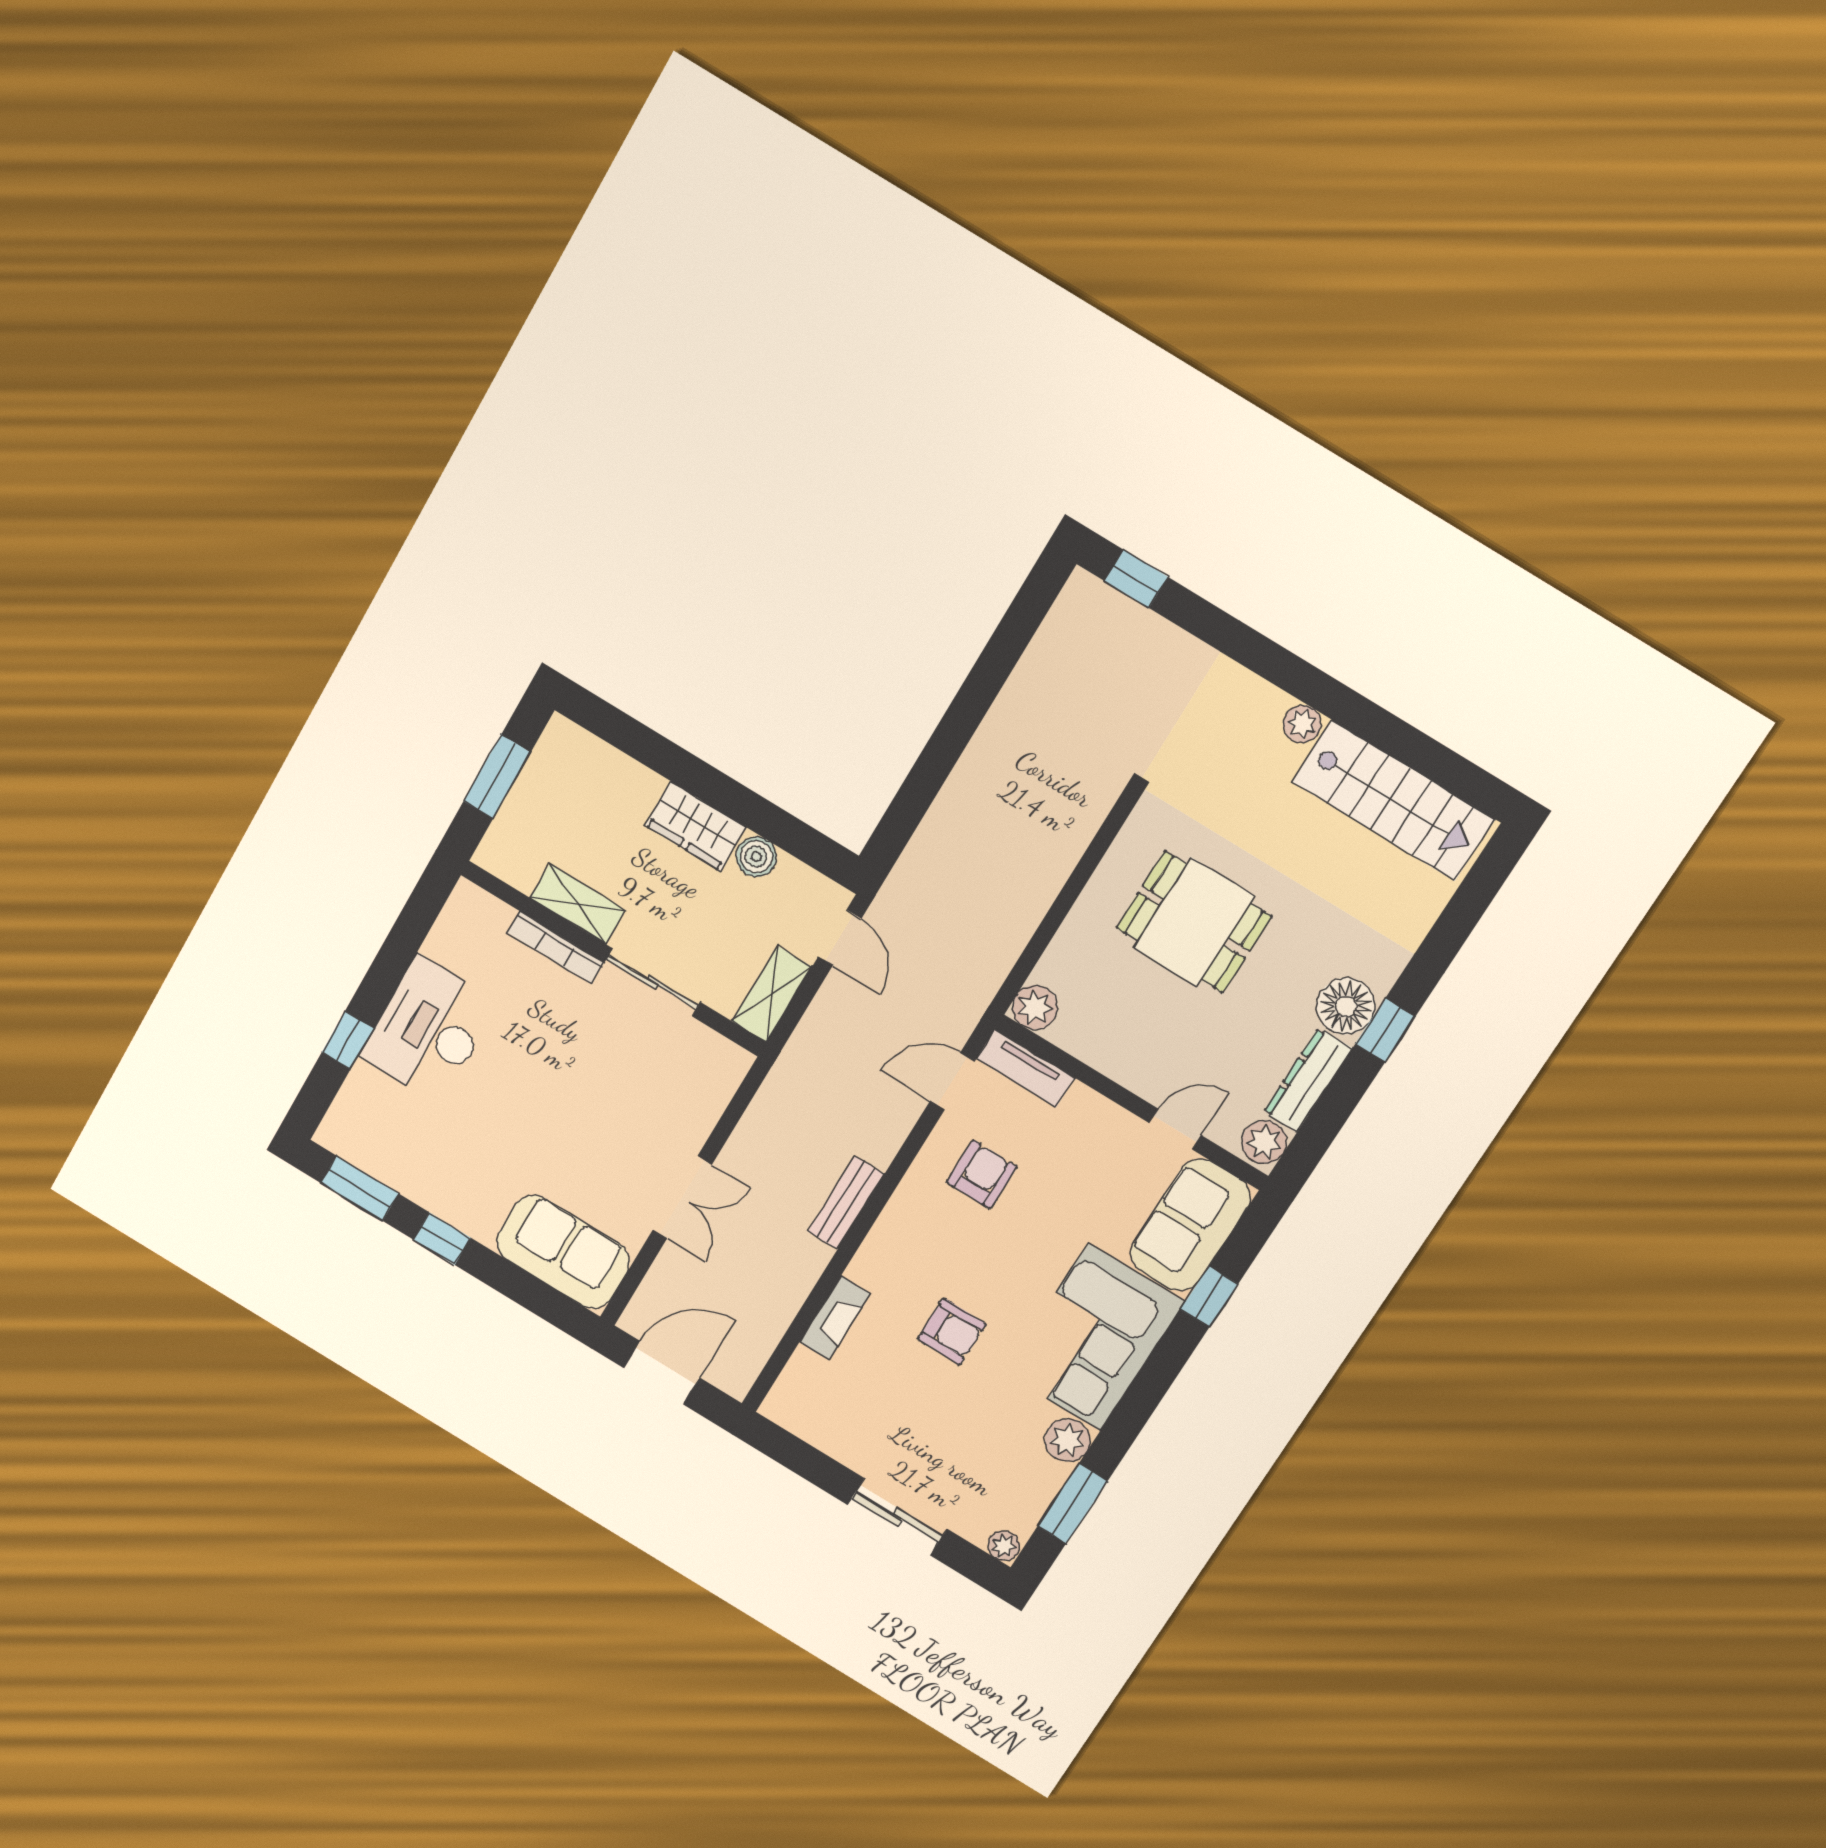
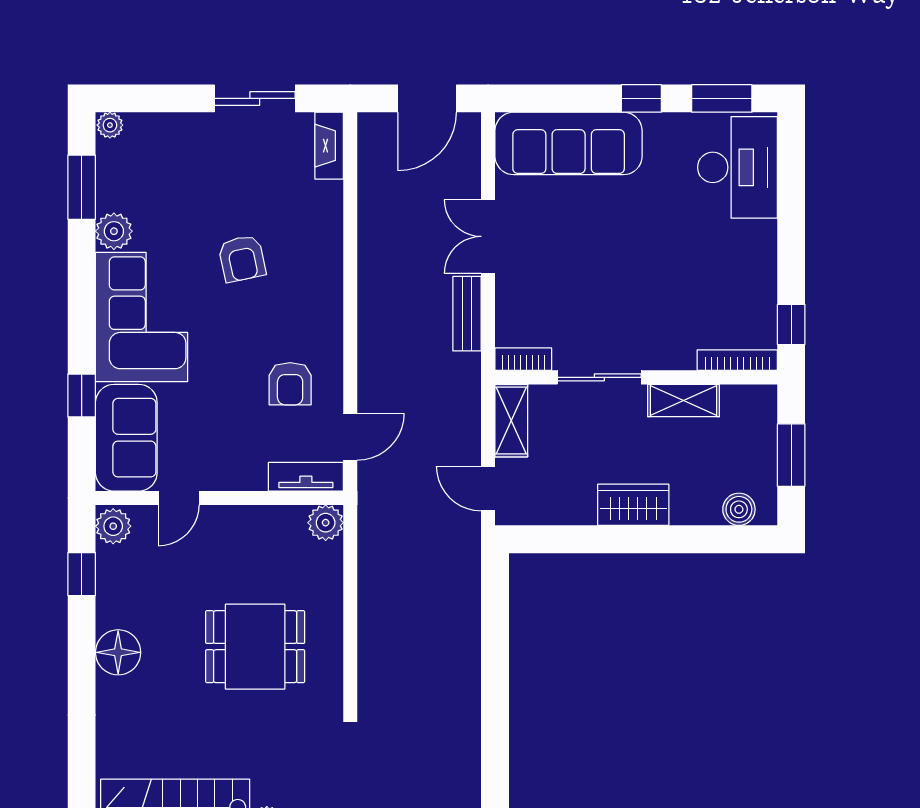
boiler: (756, 857) -> (739, 509), moved
bookcase: (555, 947) -> (737, 360), moved
desk: (429, 1030) -> (737, 167), moved
window: (1385, 1030) -> (82, 574), moved
window: (348, 1040) -> (791, 324), moved
bookcase: (721, 1050) -> (523, 359), added
dresser: (1308, 1080) -> (111, 587), removed
bench: (846, 1203) -> (467, 314), moved
sofa: (563, 1252) -> (569, 143), width x1.36
fireplace: (835, 1318) -> (329, 146), moved
armchair: (952, 1332) -> (242, 259), turned -102
sliding door: (897, 1517) -> (255, 98), moved

